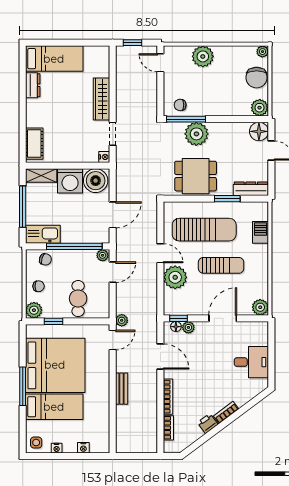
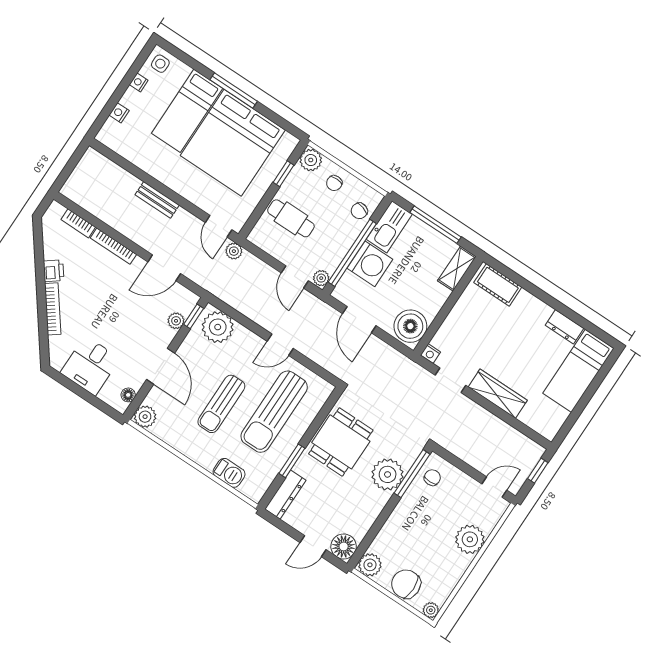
washing machine: (70, 181) -> (370, 264), moved, turned 180
plant: (175, 277) -> (218, 327), moved
floor lamp: (176, 327) -> (128, 395), moved
bookcase: (226, 413) -> (53, 309), width x1.56

